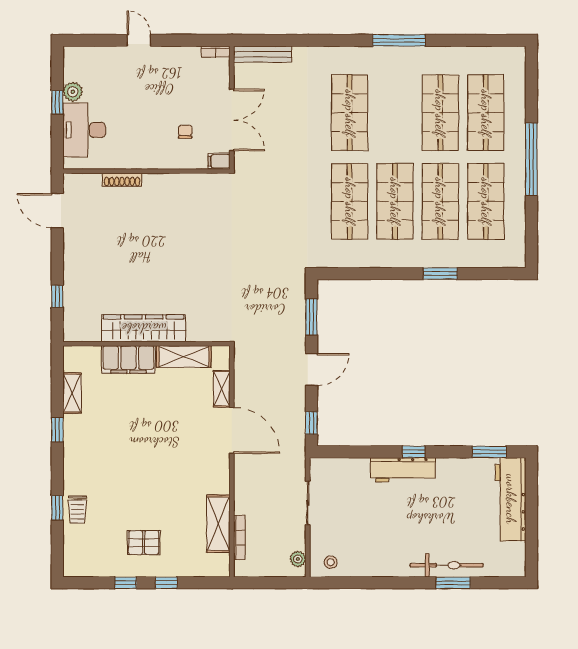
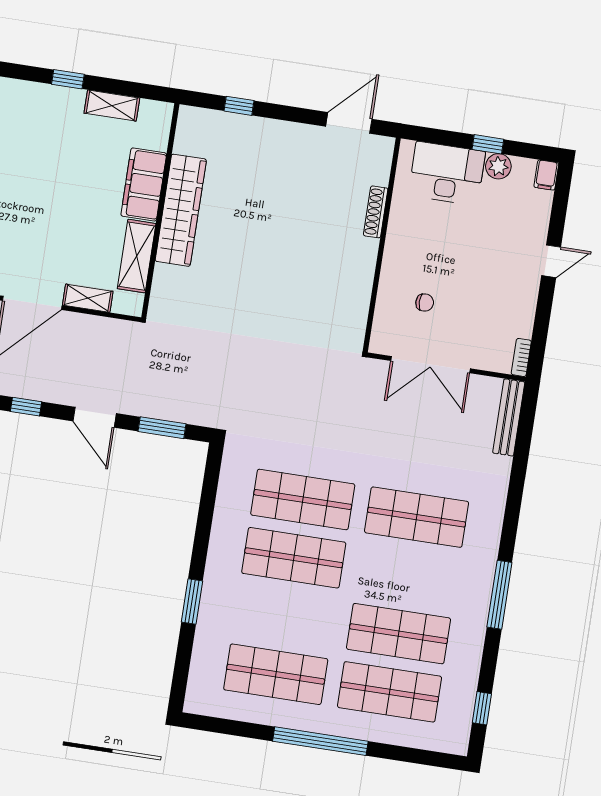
window: (487, 40) -> (482, 708), added
filing cabinet: (219, 161) -> (546, 175), moved, turned 180
shop shelf: (440, 201) -> (285, 616), removed

